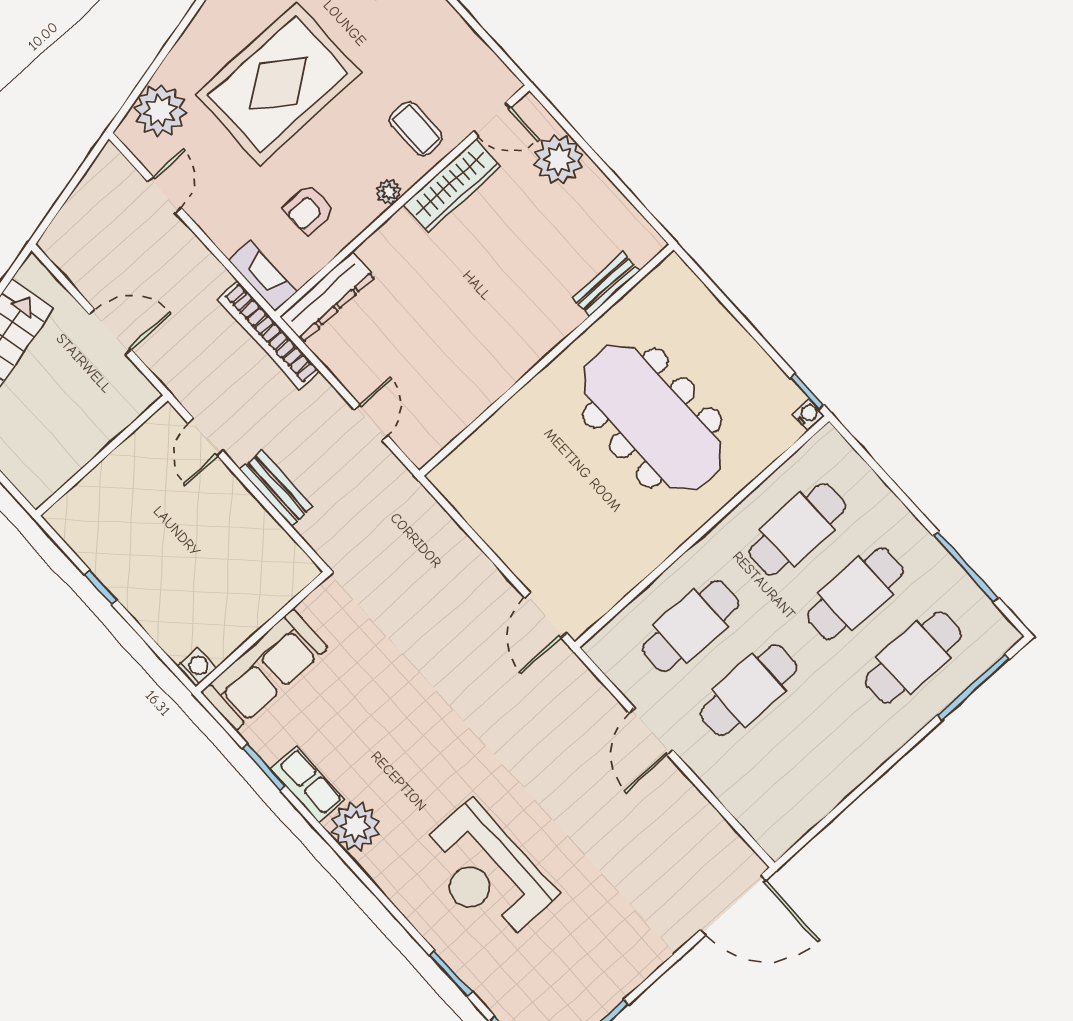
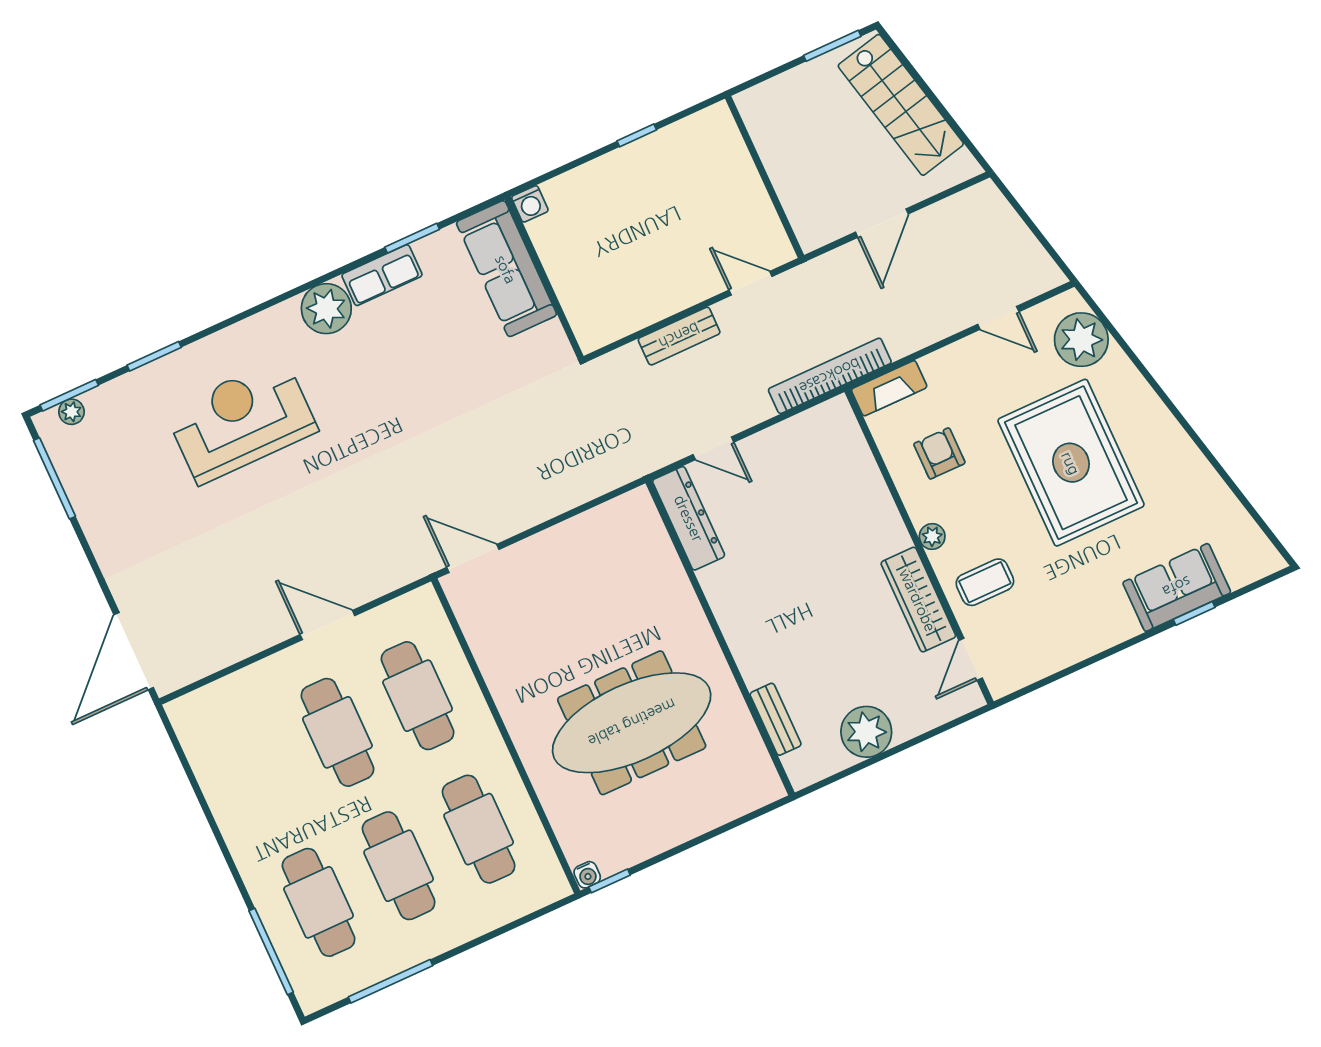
plant: (559, 160) -> (866, 732), moved
dresser: (327, 297) -> (689, 518), moved, turned 180

